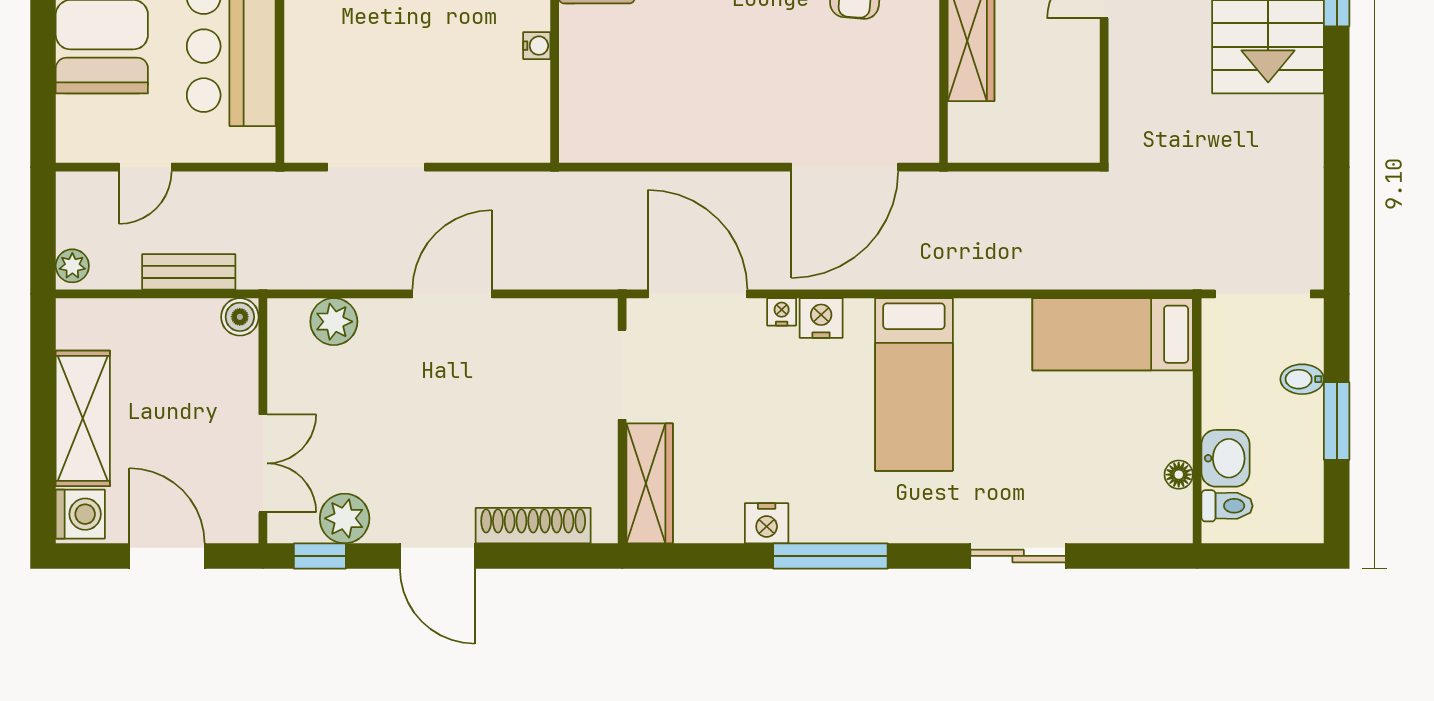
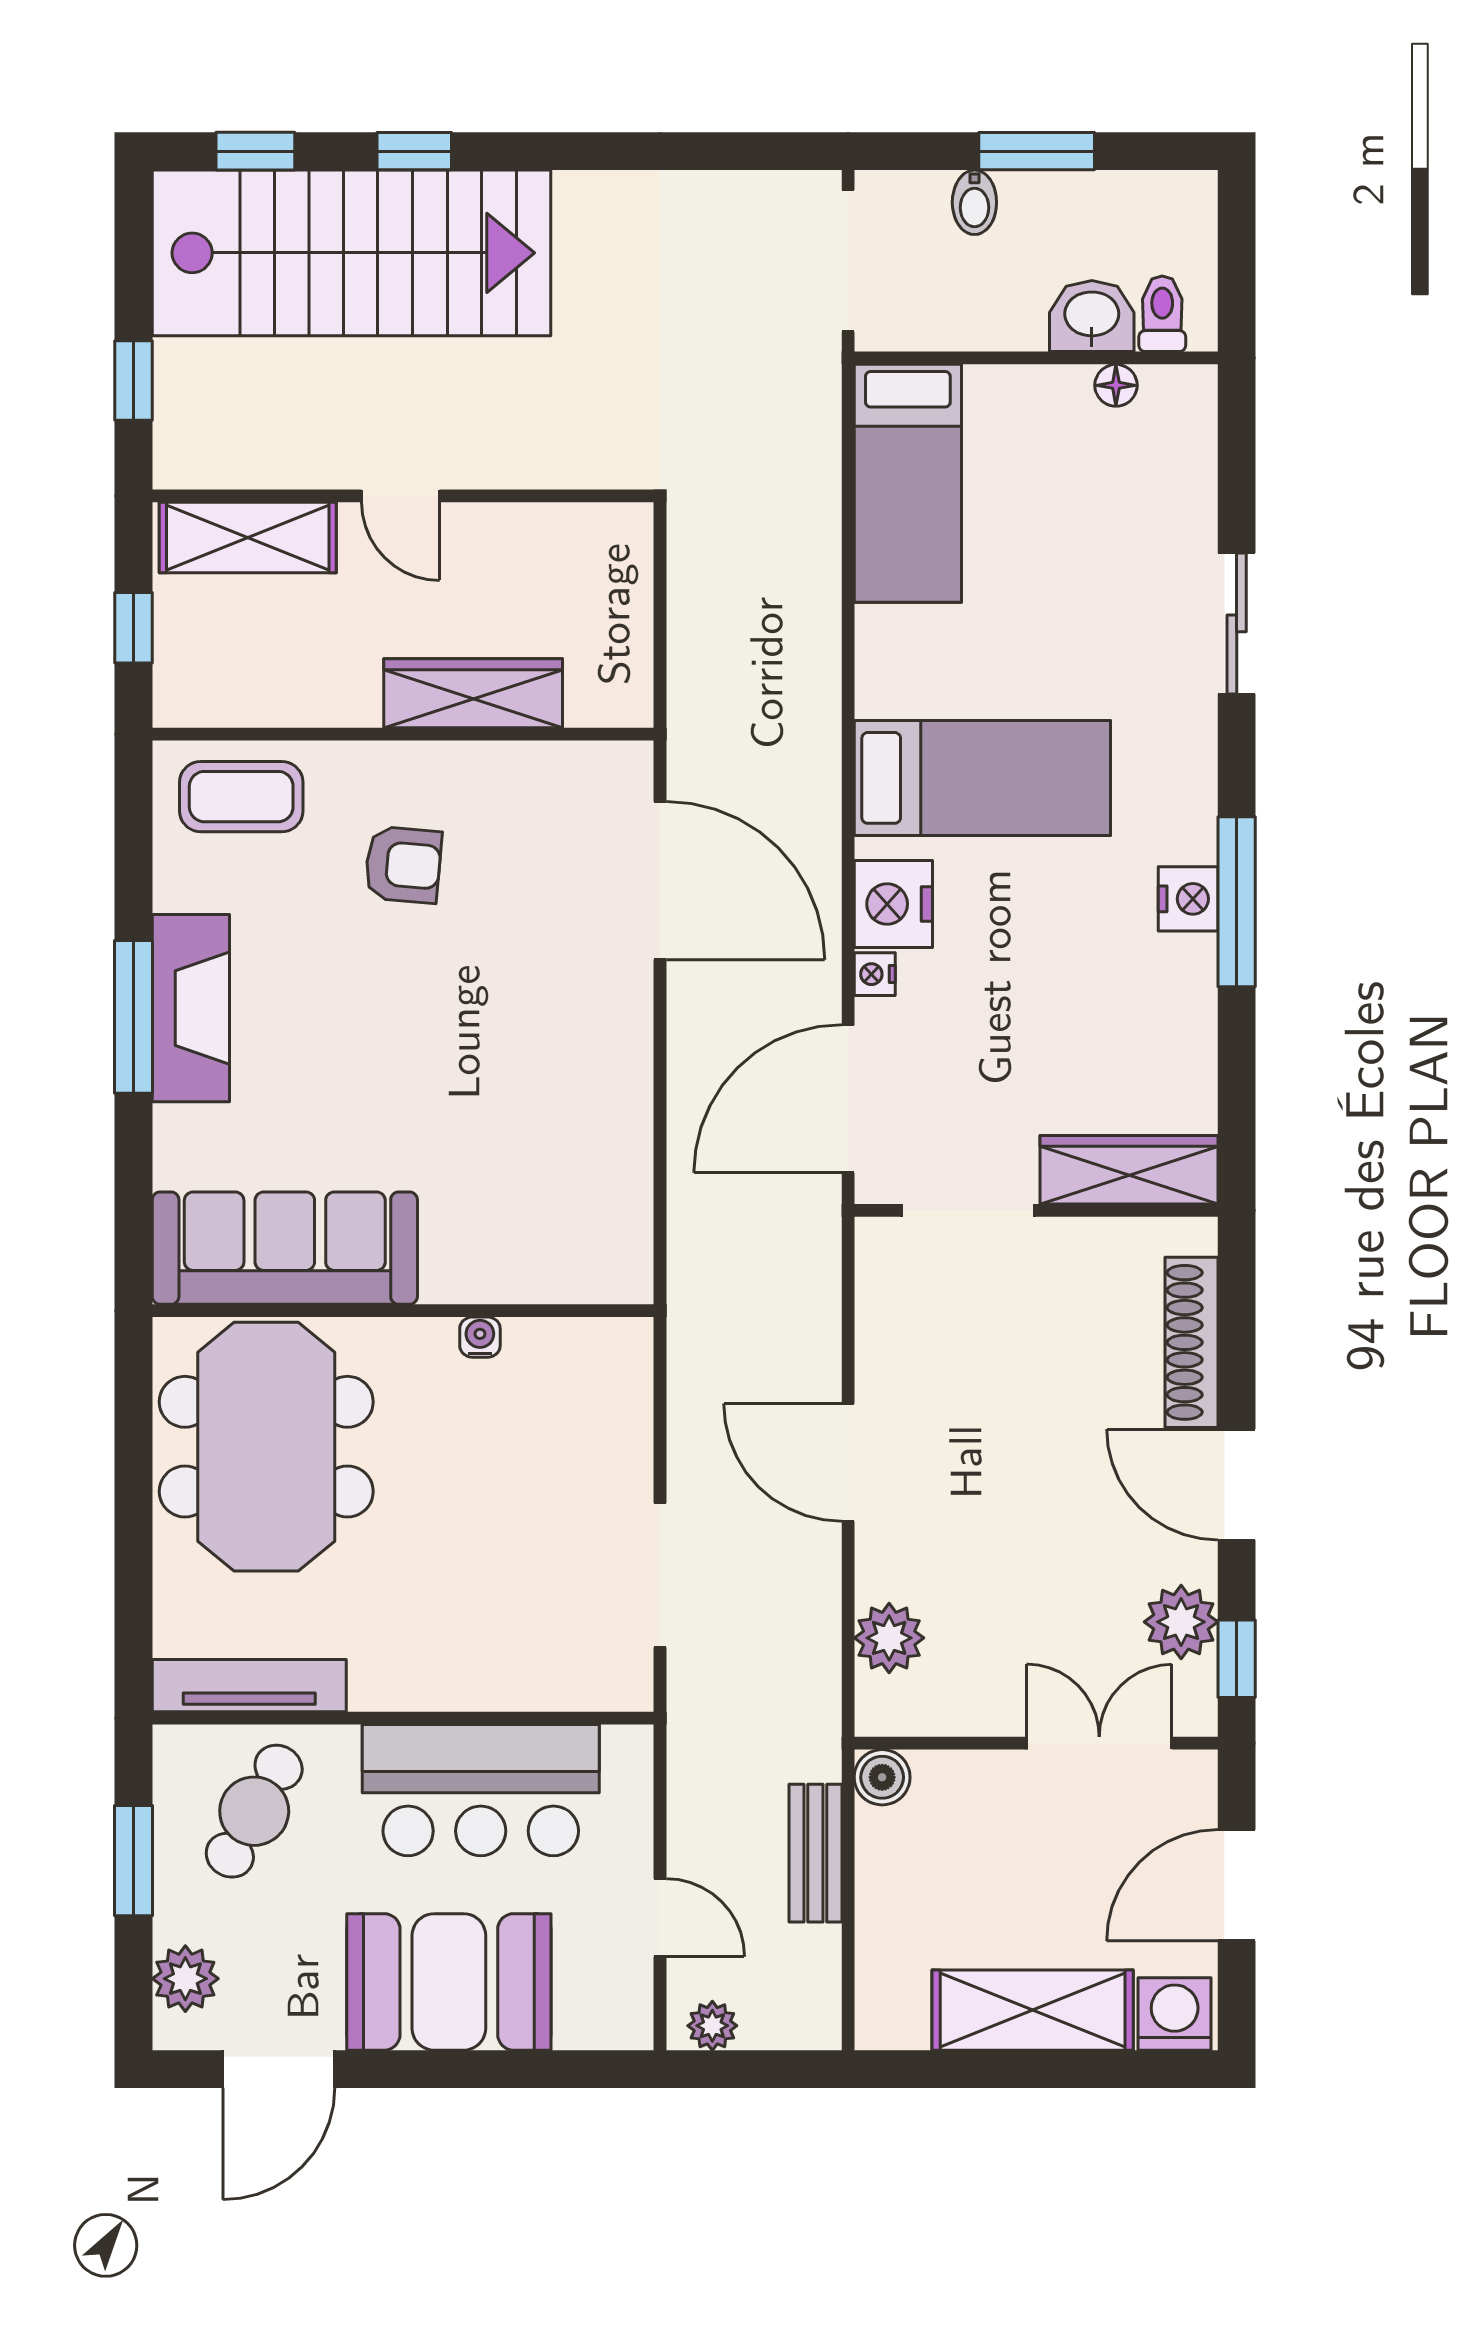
plant: (72, 266) -> (712, 2026), moved
nightstand: (821, 318) -> (893, 904), width x1.36, depth x1.33
nightstand: (767, 523) -> (1188, 899), moved
door: (437, 556) -> (1237, 1485), swing flipped

